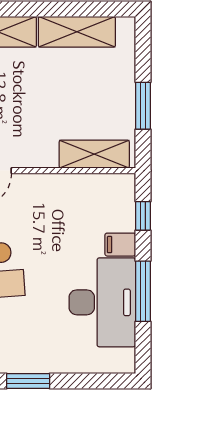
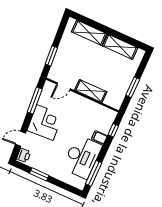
shelving: (94, 154) -> (91, 91), moved
window: (143, 291) -> (94, 173), moved

